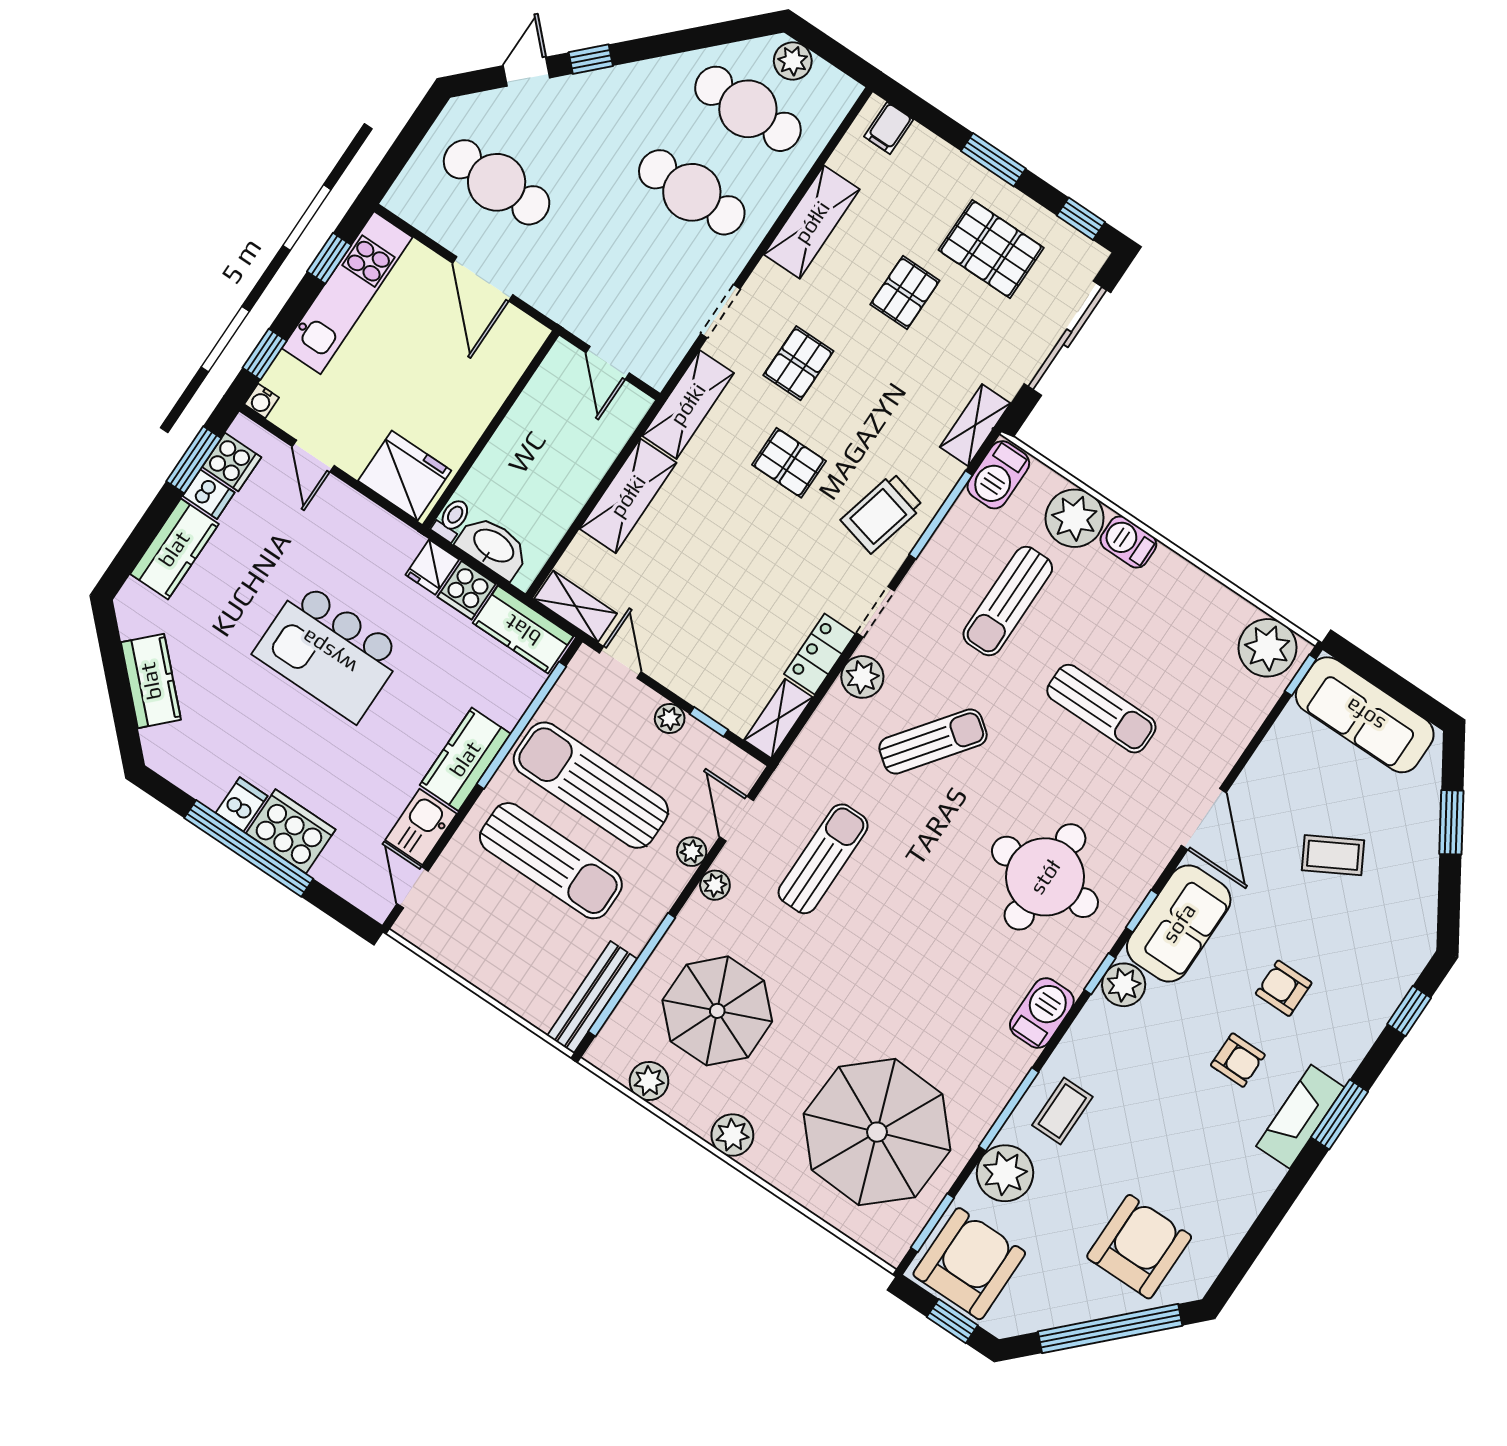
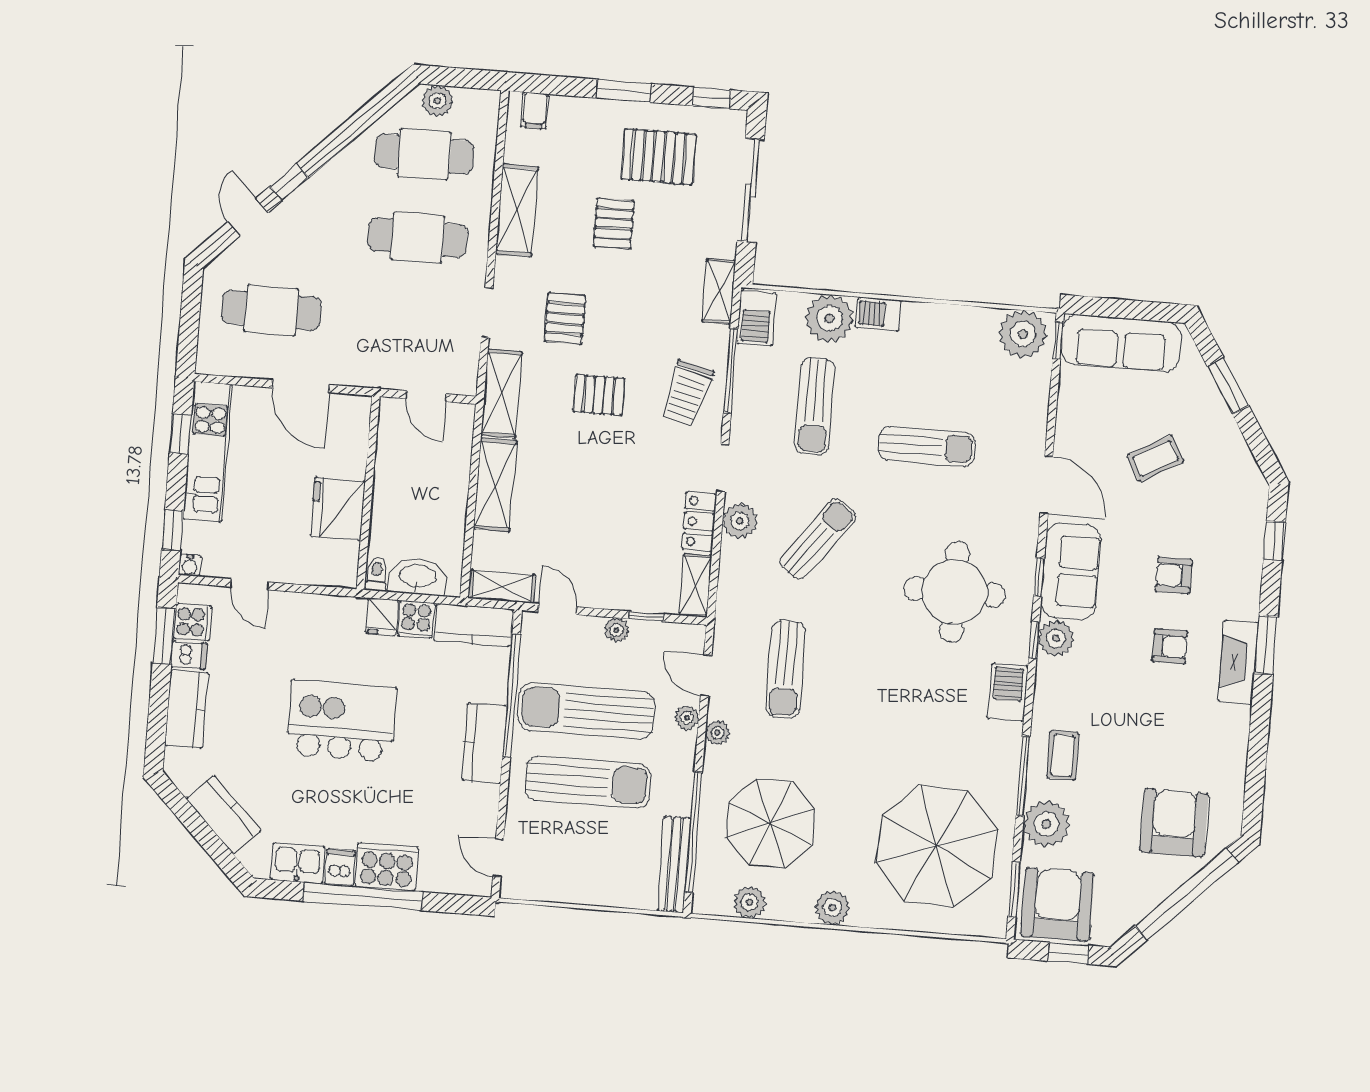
fridge: (405, 476) -> (338, 509), moved, turned -90
kitchen island: (329, 652) -> (341, 721), turned 180
kitchen sink: (421, 827) -> (298, 863), moved, turned 90
sun lounger: (823, 859) -> (785, 669), turned 180

